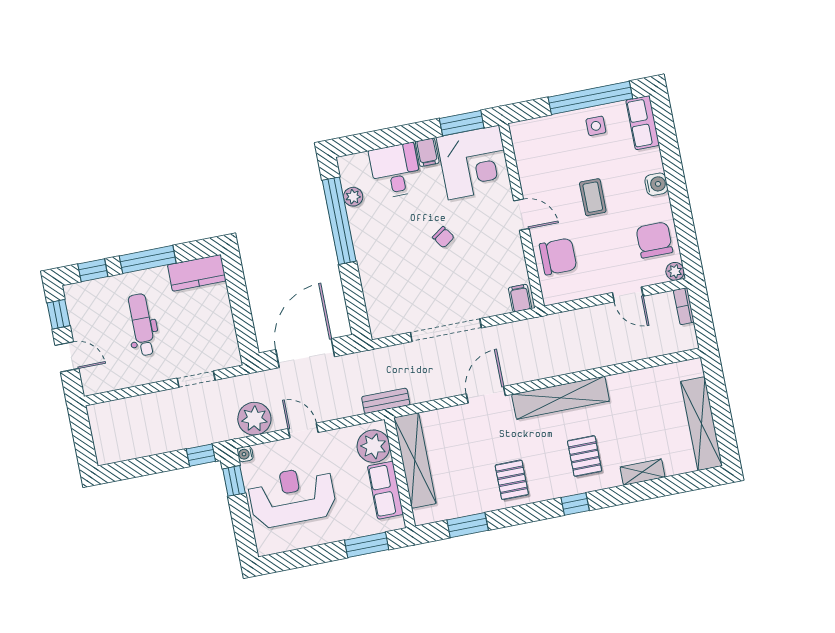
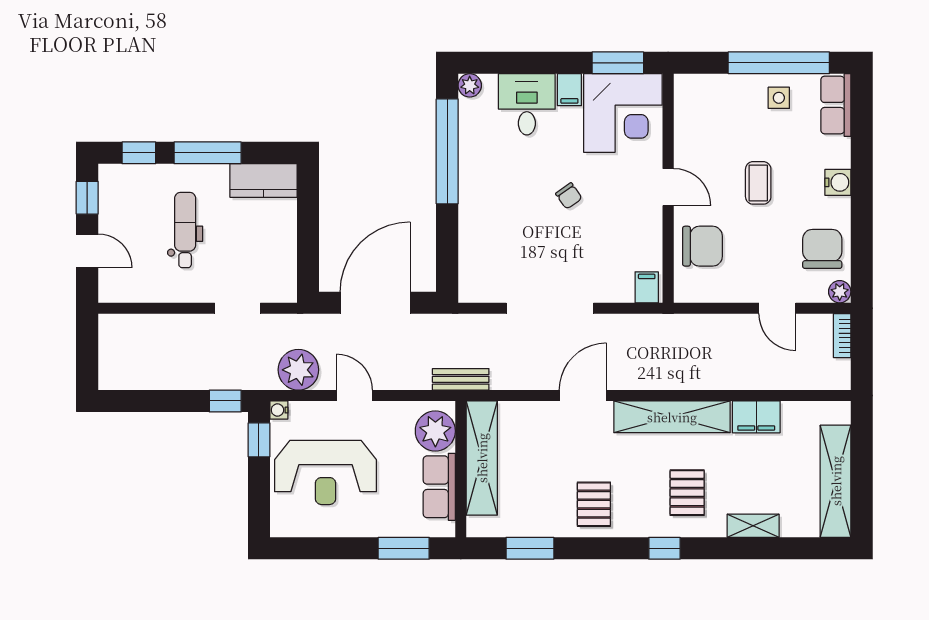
plant: (353, 197) -> (470, 85), moved
filing cabinet: (628, 385) -> (756, 417), added
reception desk: (292, 497) -> (325, 472), turned 180

